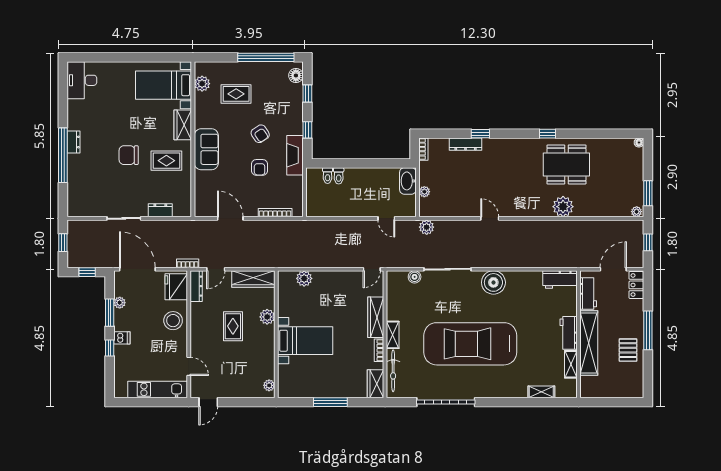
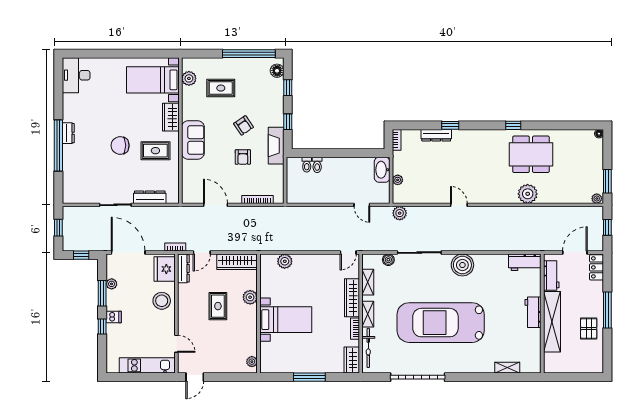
dresser: (160, 210) -> (150, 197), width x1.44
shelving: (571, 364) -> (368, 282), moved

